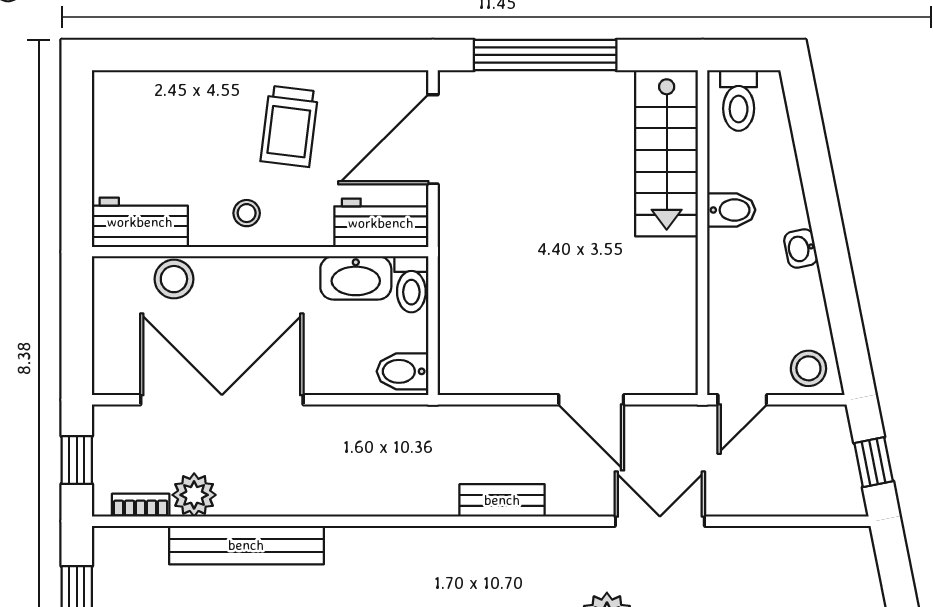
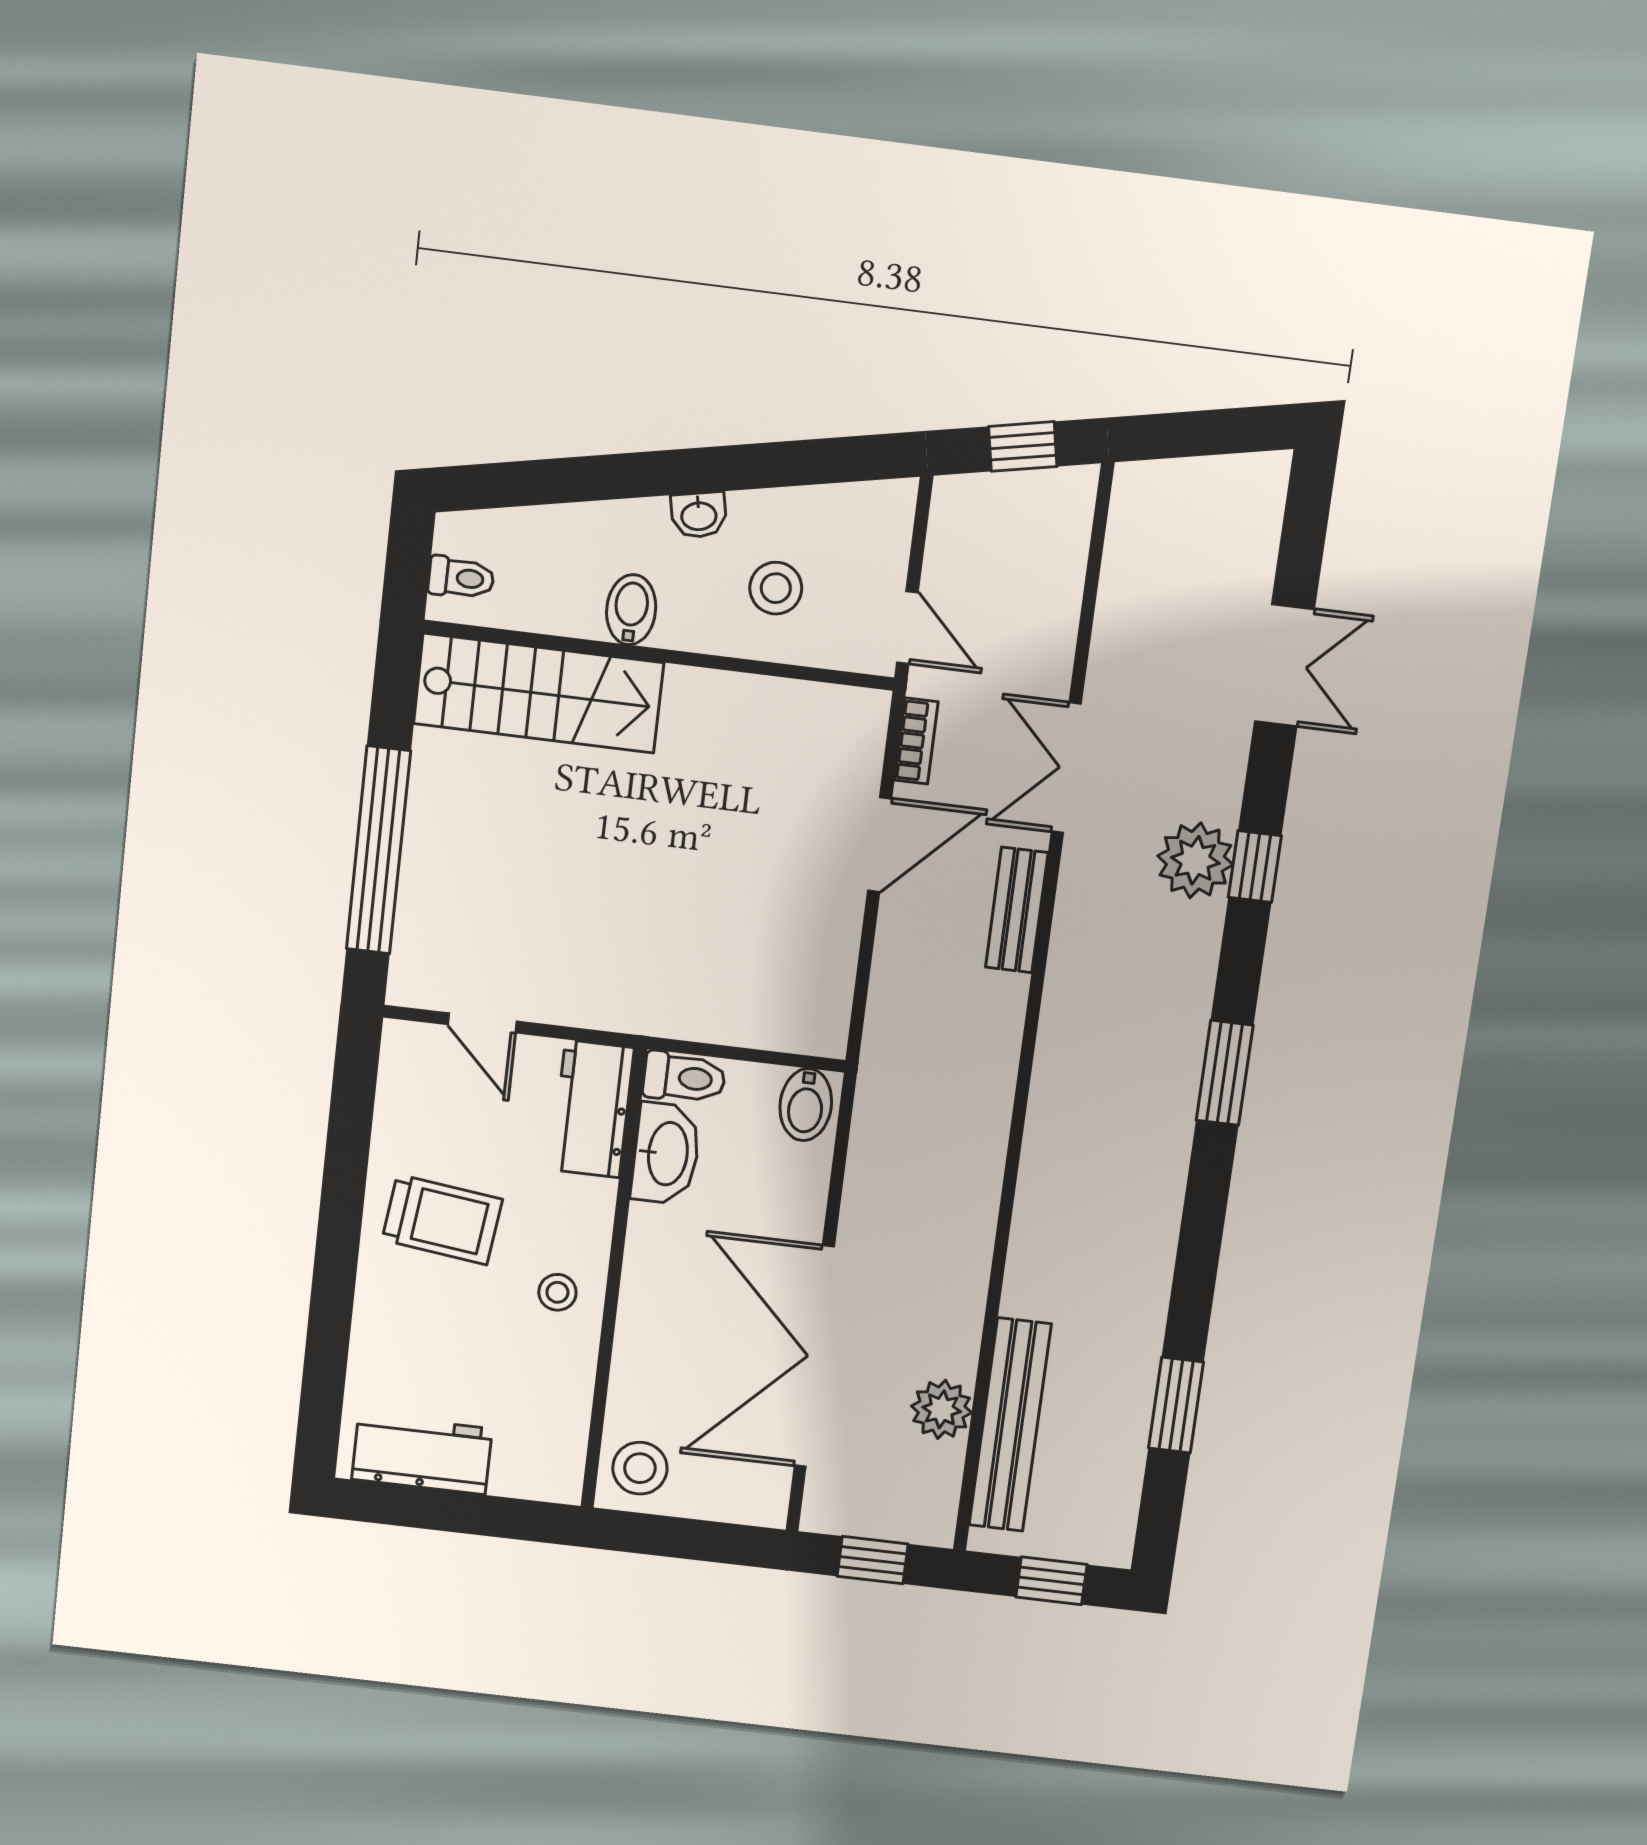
toilet: (739, 100) -> (461, 578), width x0.73, depth x0.72
door: (433, 139) -> (482, 1023), width x0.53
workbench: (140, 222) -> (422, 1454), moved, turned 90
stool: (174, 279) -> (640, 1468), moved
stool: (808, 368) -> (776, 588), moved
bench: (502, 500) -> (1017, 910), moved
bookcase: (141, 505) -> (916, 741), moved, turned 180
bench: (246, 545) -> (1010, 1425), moved

